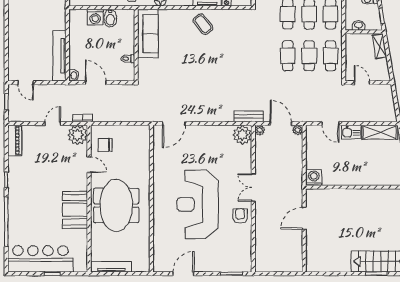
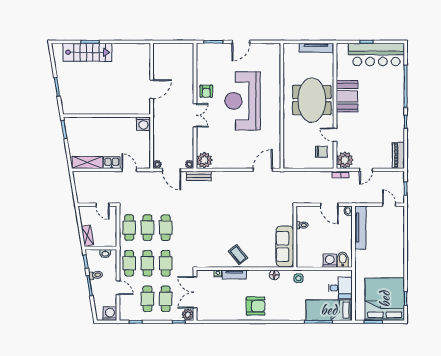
bidet: (110, 18) -> (343, 260), moved
reception desk: (197, 204) -> (243, 101), turned 180
door: (183, 274) -> (241, 42), moved

